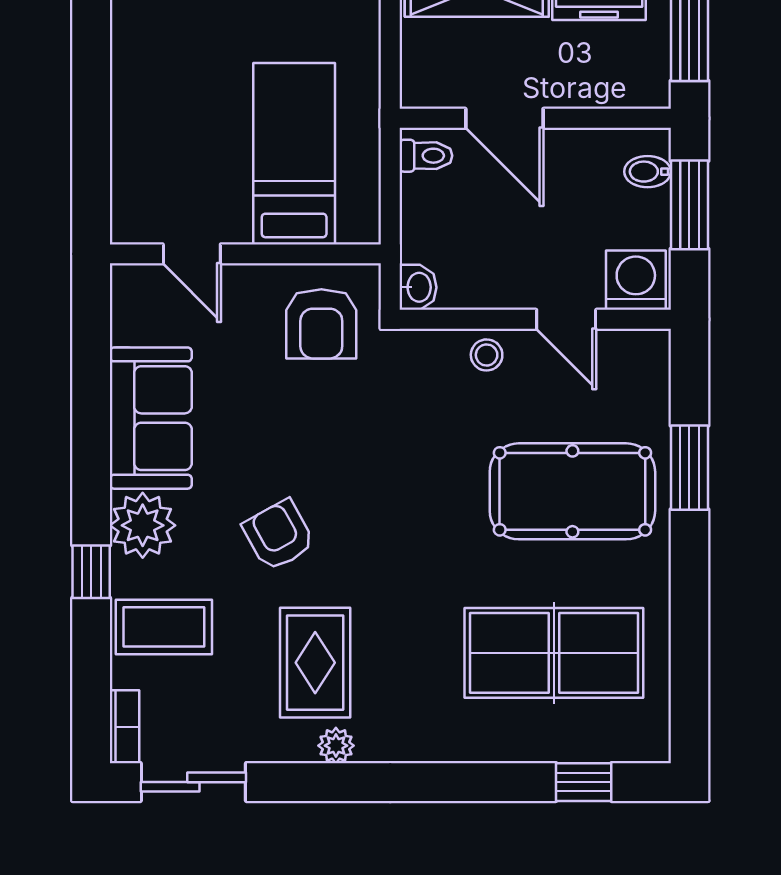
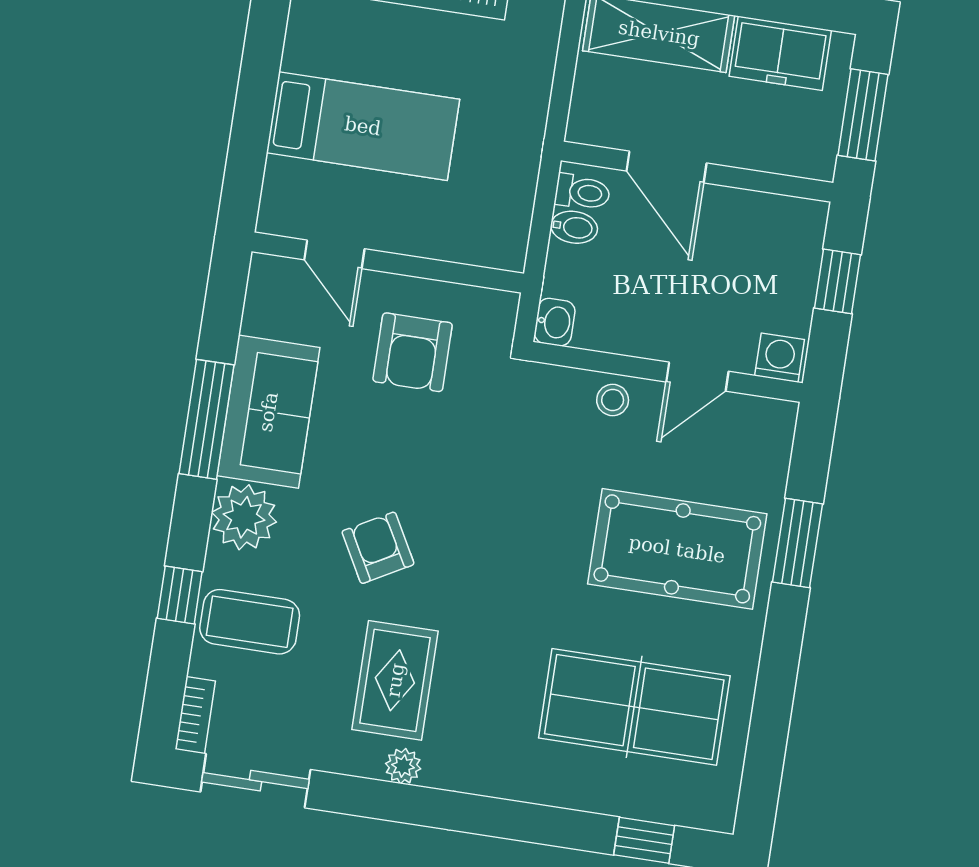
bed: (294, 154) -> (363, 126), moved, turned 90
bidet: (648, 172) -> (574, 227), moved, turned 180
window: (689, 205) -> (838, 281), width x0.67
washing machine: (636, 280) -> (780, 358), width x0.73, depth x0.73
door: (566, 319) -> (697, 377), hinge flipped
armchair: (321, 324) -> (413, 352), moved
window: (91, 435) -> (207, 419), added
window: (91, 572) -> (180, 595), moved

